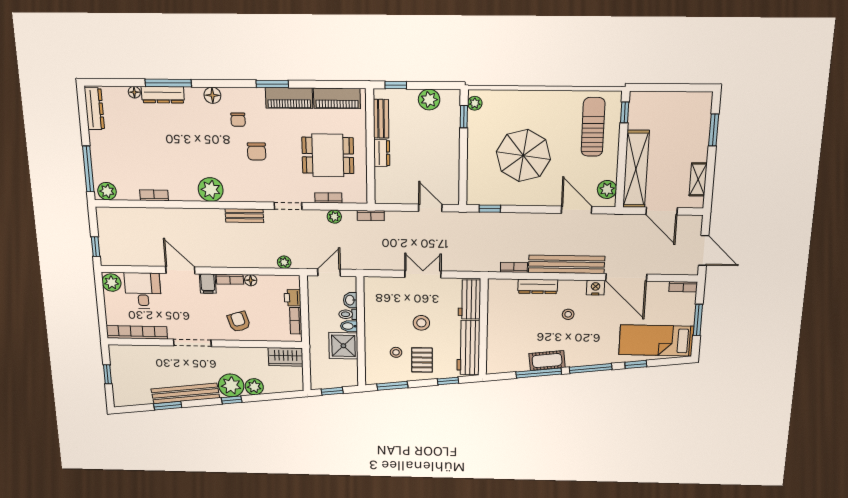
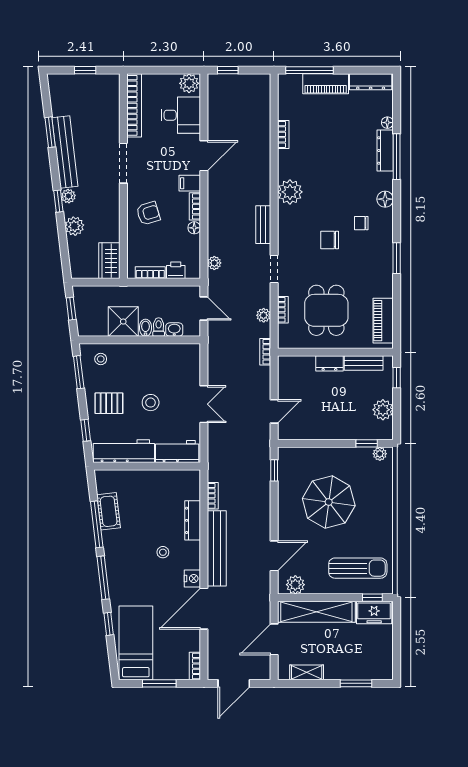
piano: (289, 98) -> (326, 84), moved, turned -90
freezer: (640, 111) -> (374, 612), added
plant: (107, 191) -> (287, 87), removed
stool: (396, 352) -> (101, 359), moved
cot: (547, 361) -> (109, 511), moved
plant: (231, 385) -> (68, 196), width x0.53, depth x0.53

